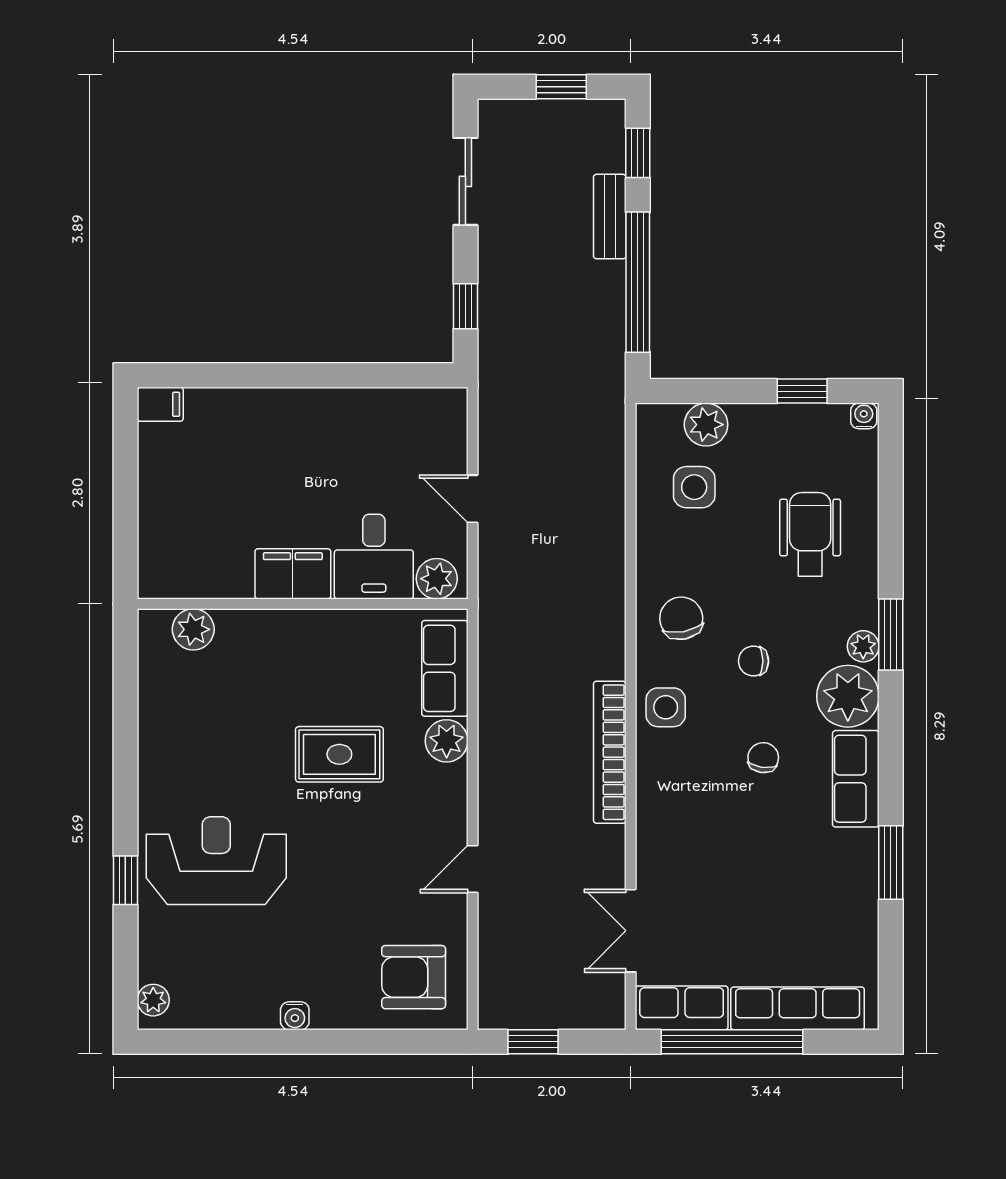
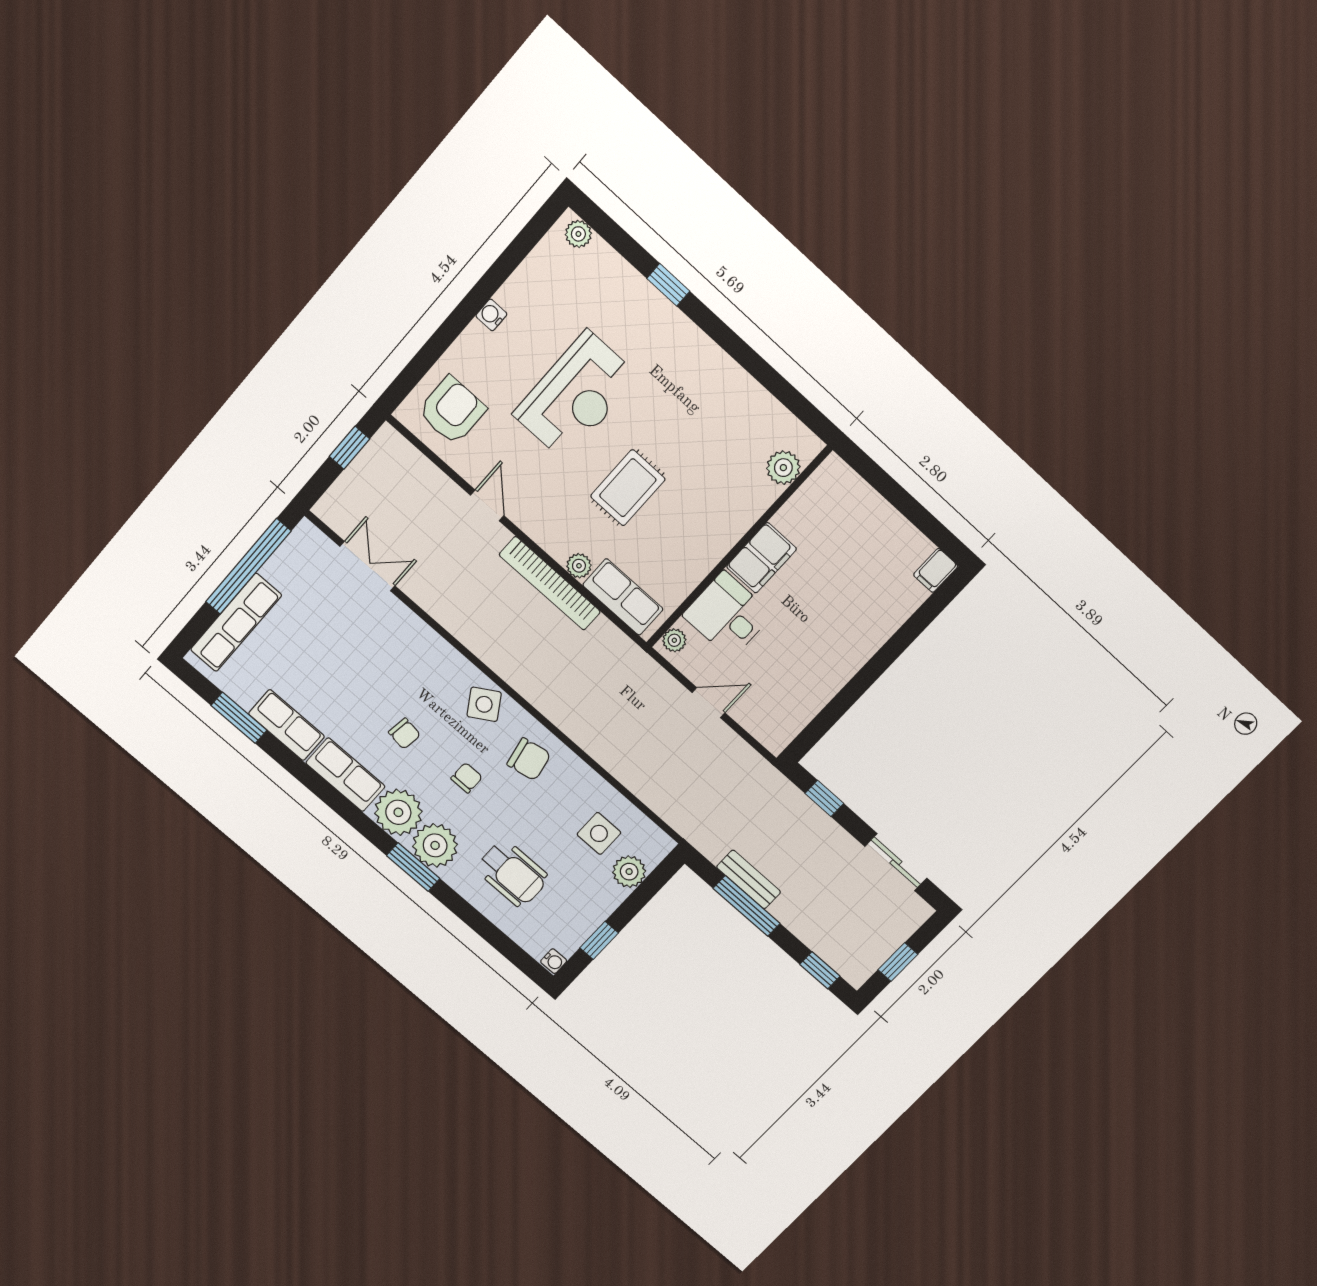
bench: (610, 217) -> (749, 879), moved
window: (638, 282) -> (747, 906), width x0.68
plant: (437, 579) -> (674, 640), width x0.73, depth x0.73
plant: (863, 646) -> (435, 845), width x1.88, depth x1.88
side table: (666, 707) -> (484, 704), turned -32
plant: (447, 741) -> (579, 566), width x0.73, depth x0.73
bookcase: (610, 752) -> (550, 583), moved, turned 180
reception desk: (216, 861) -> (576, 396), moved
window: (891, 862) -> (239, 718), moved
row of seats: (682, 1008) -> (286, 725), moved, turned -90

